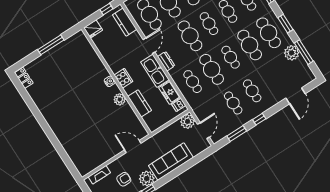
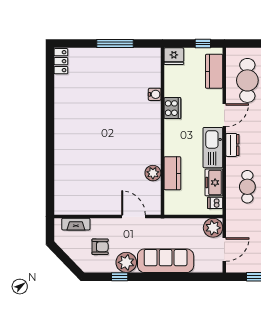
cooker: (123, 78) -> (172, 108), moved
water cooler: (110, 81) -> (155, 94), moved
plant: (120, 99) -> (153, 173), moved

